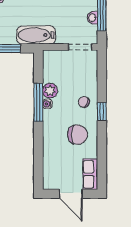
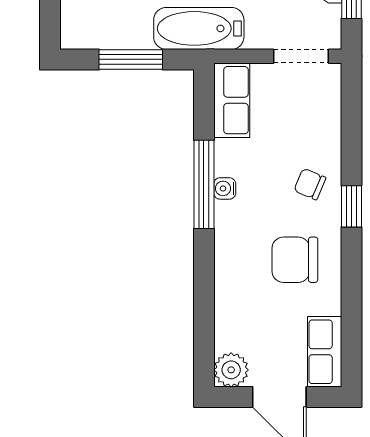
row of seats: (50, 66) -> (232, 100), added
plant: (50, 91) -> (231, 370), moved
chair: (77, 135) -> (295, 260), turned 180

